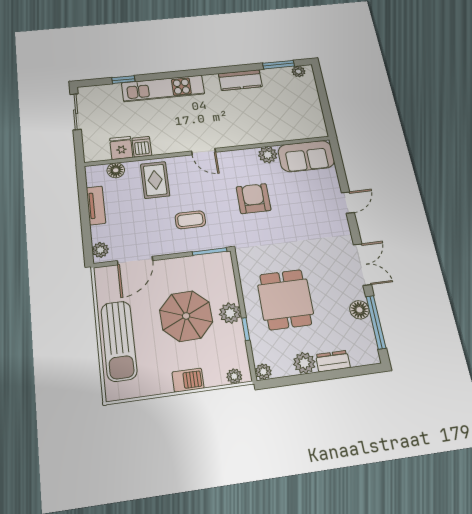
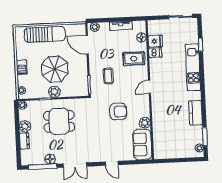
sun lounger: (119, 341) -> (45, 34), turned 180

